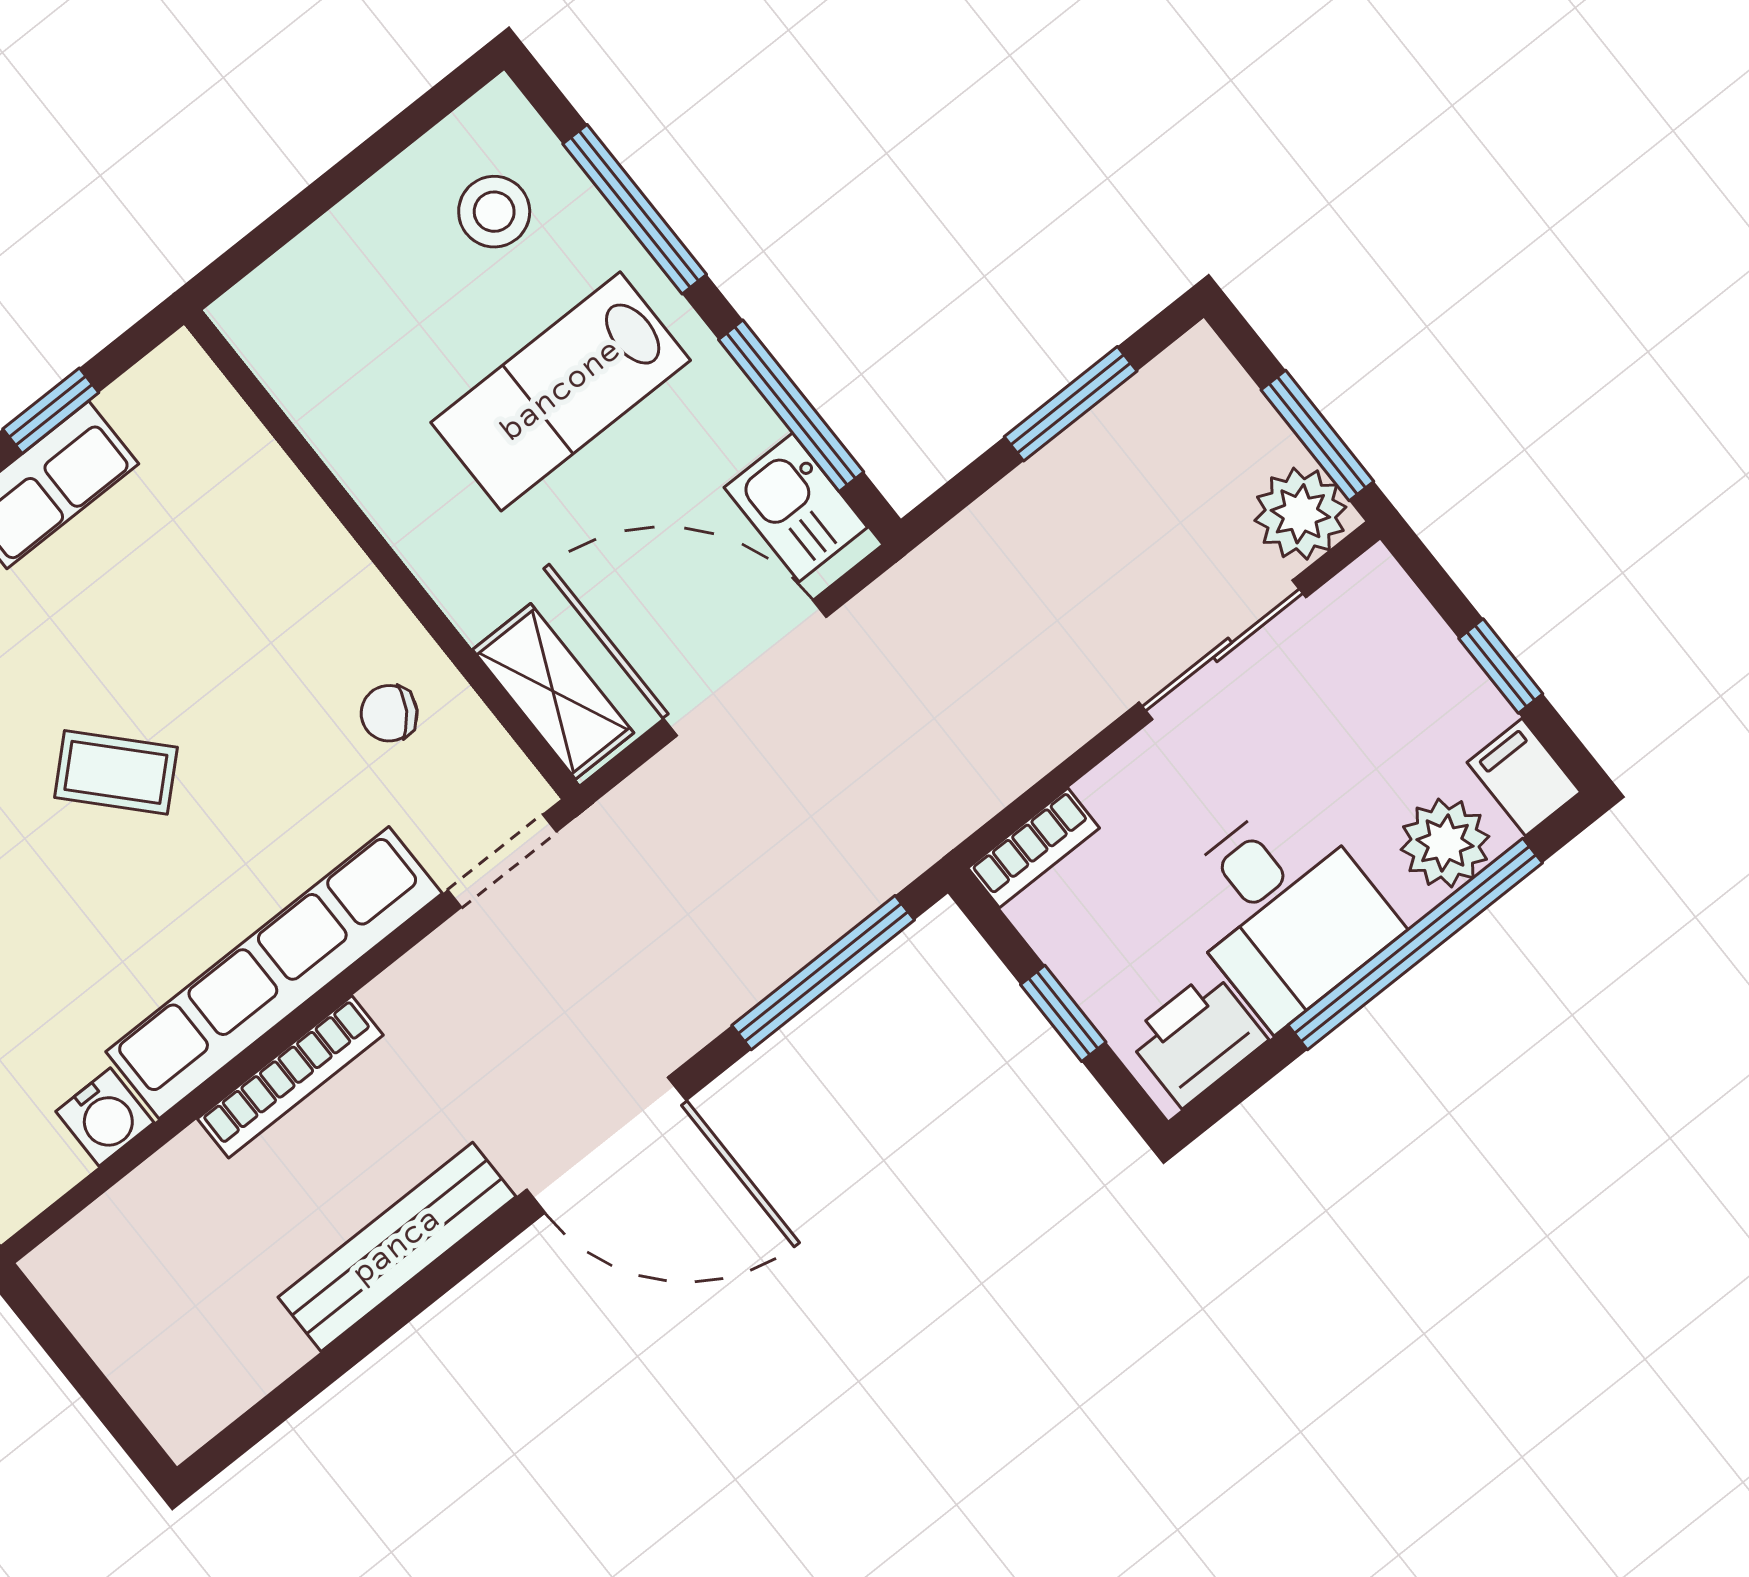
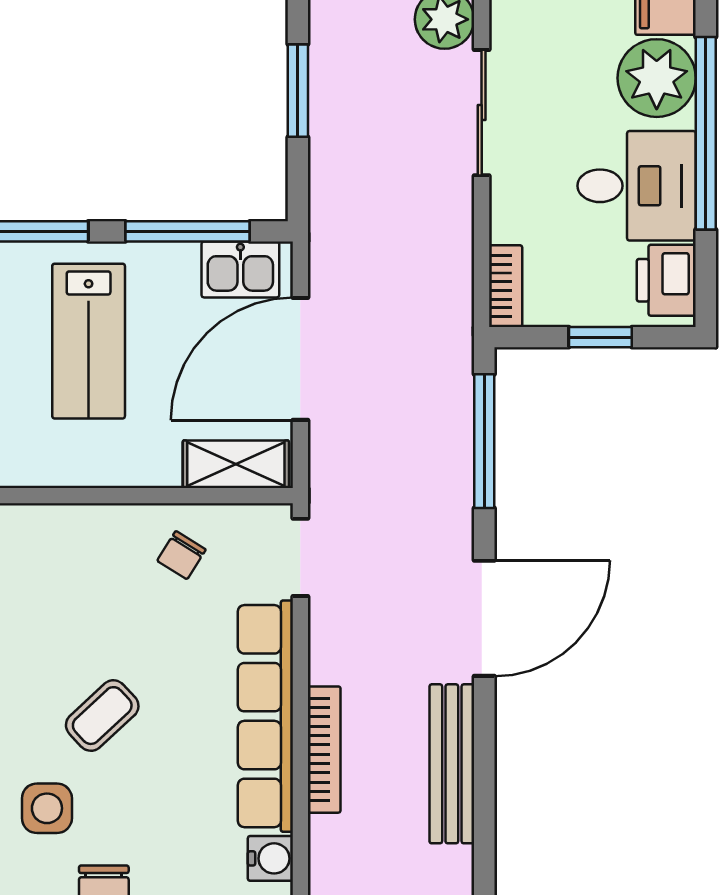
plant: (1445, 843) -> (657, 78), width x1.36, depth x1.36

